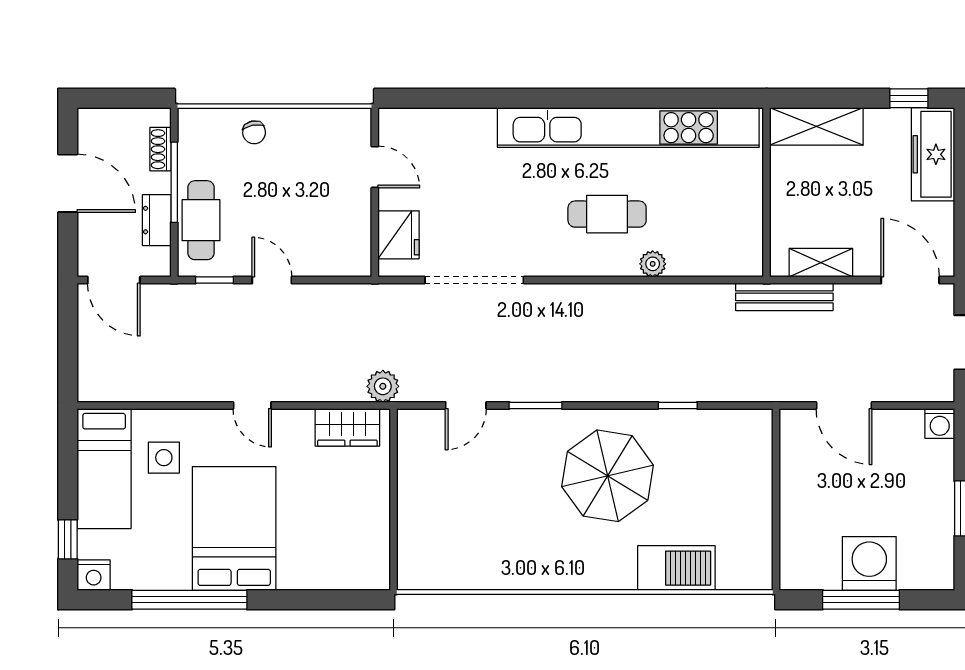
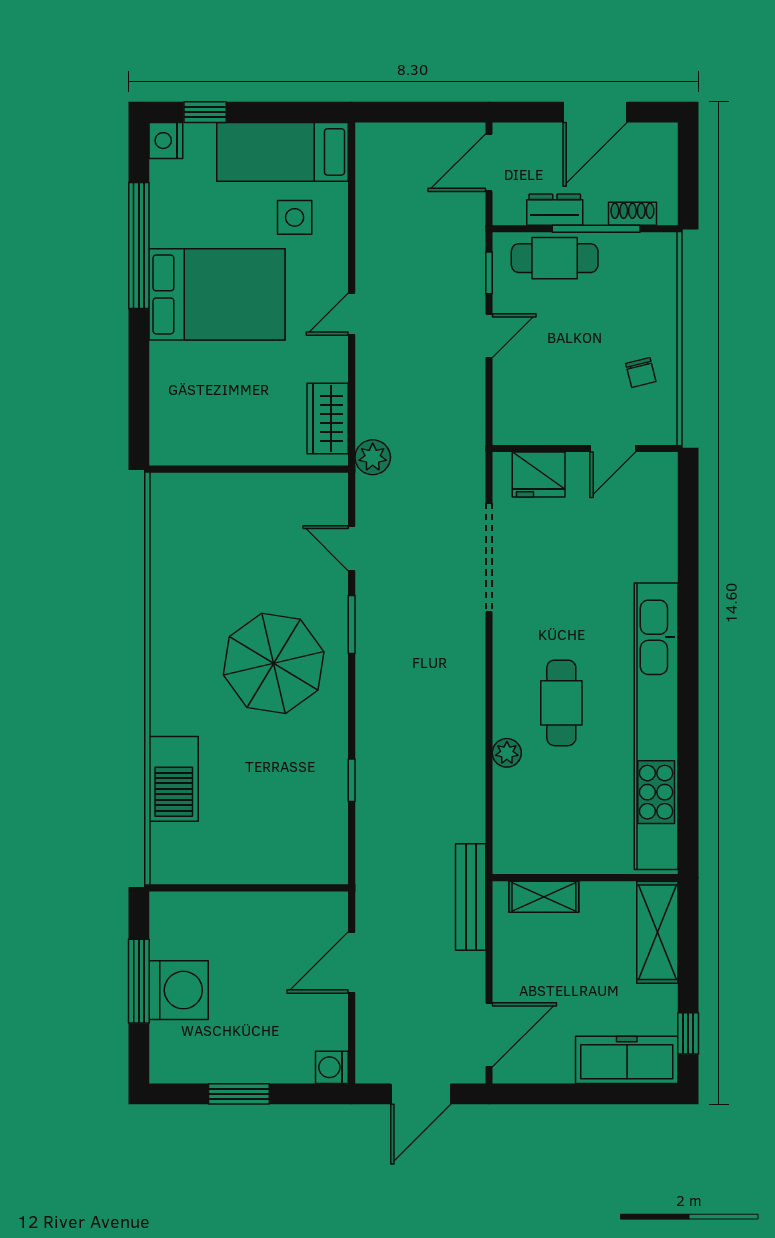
chair: (254, 132) -> (641, 372), moved, turned -93
shelving: (821, 263) -> (544, 897), moved, turned 90
parasol: (608, 476) -> (274, 663), moved

